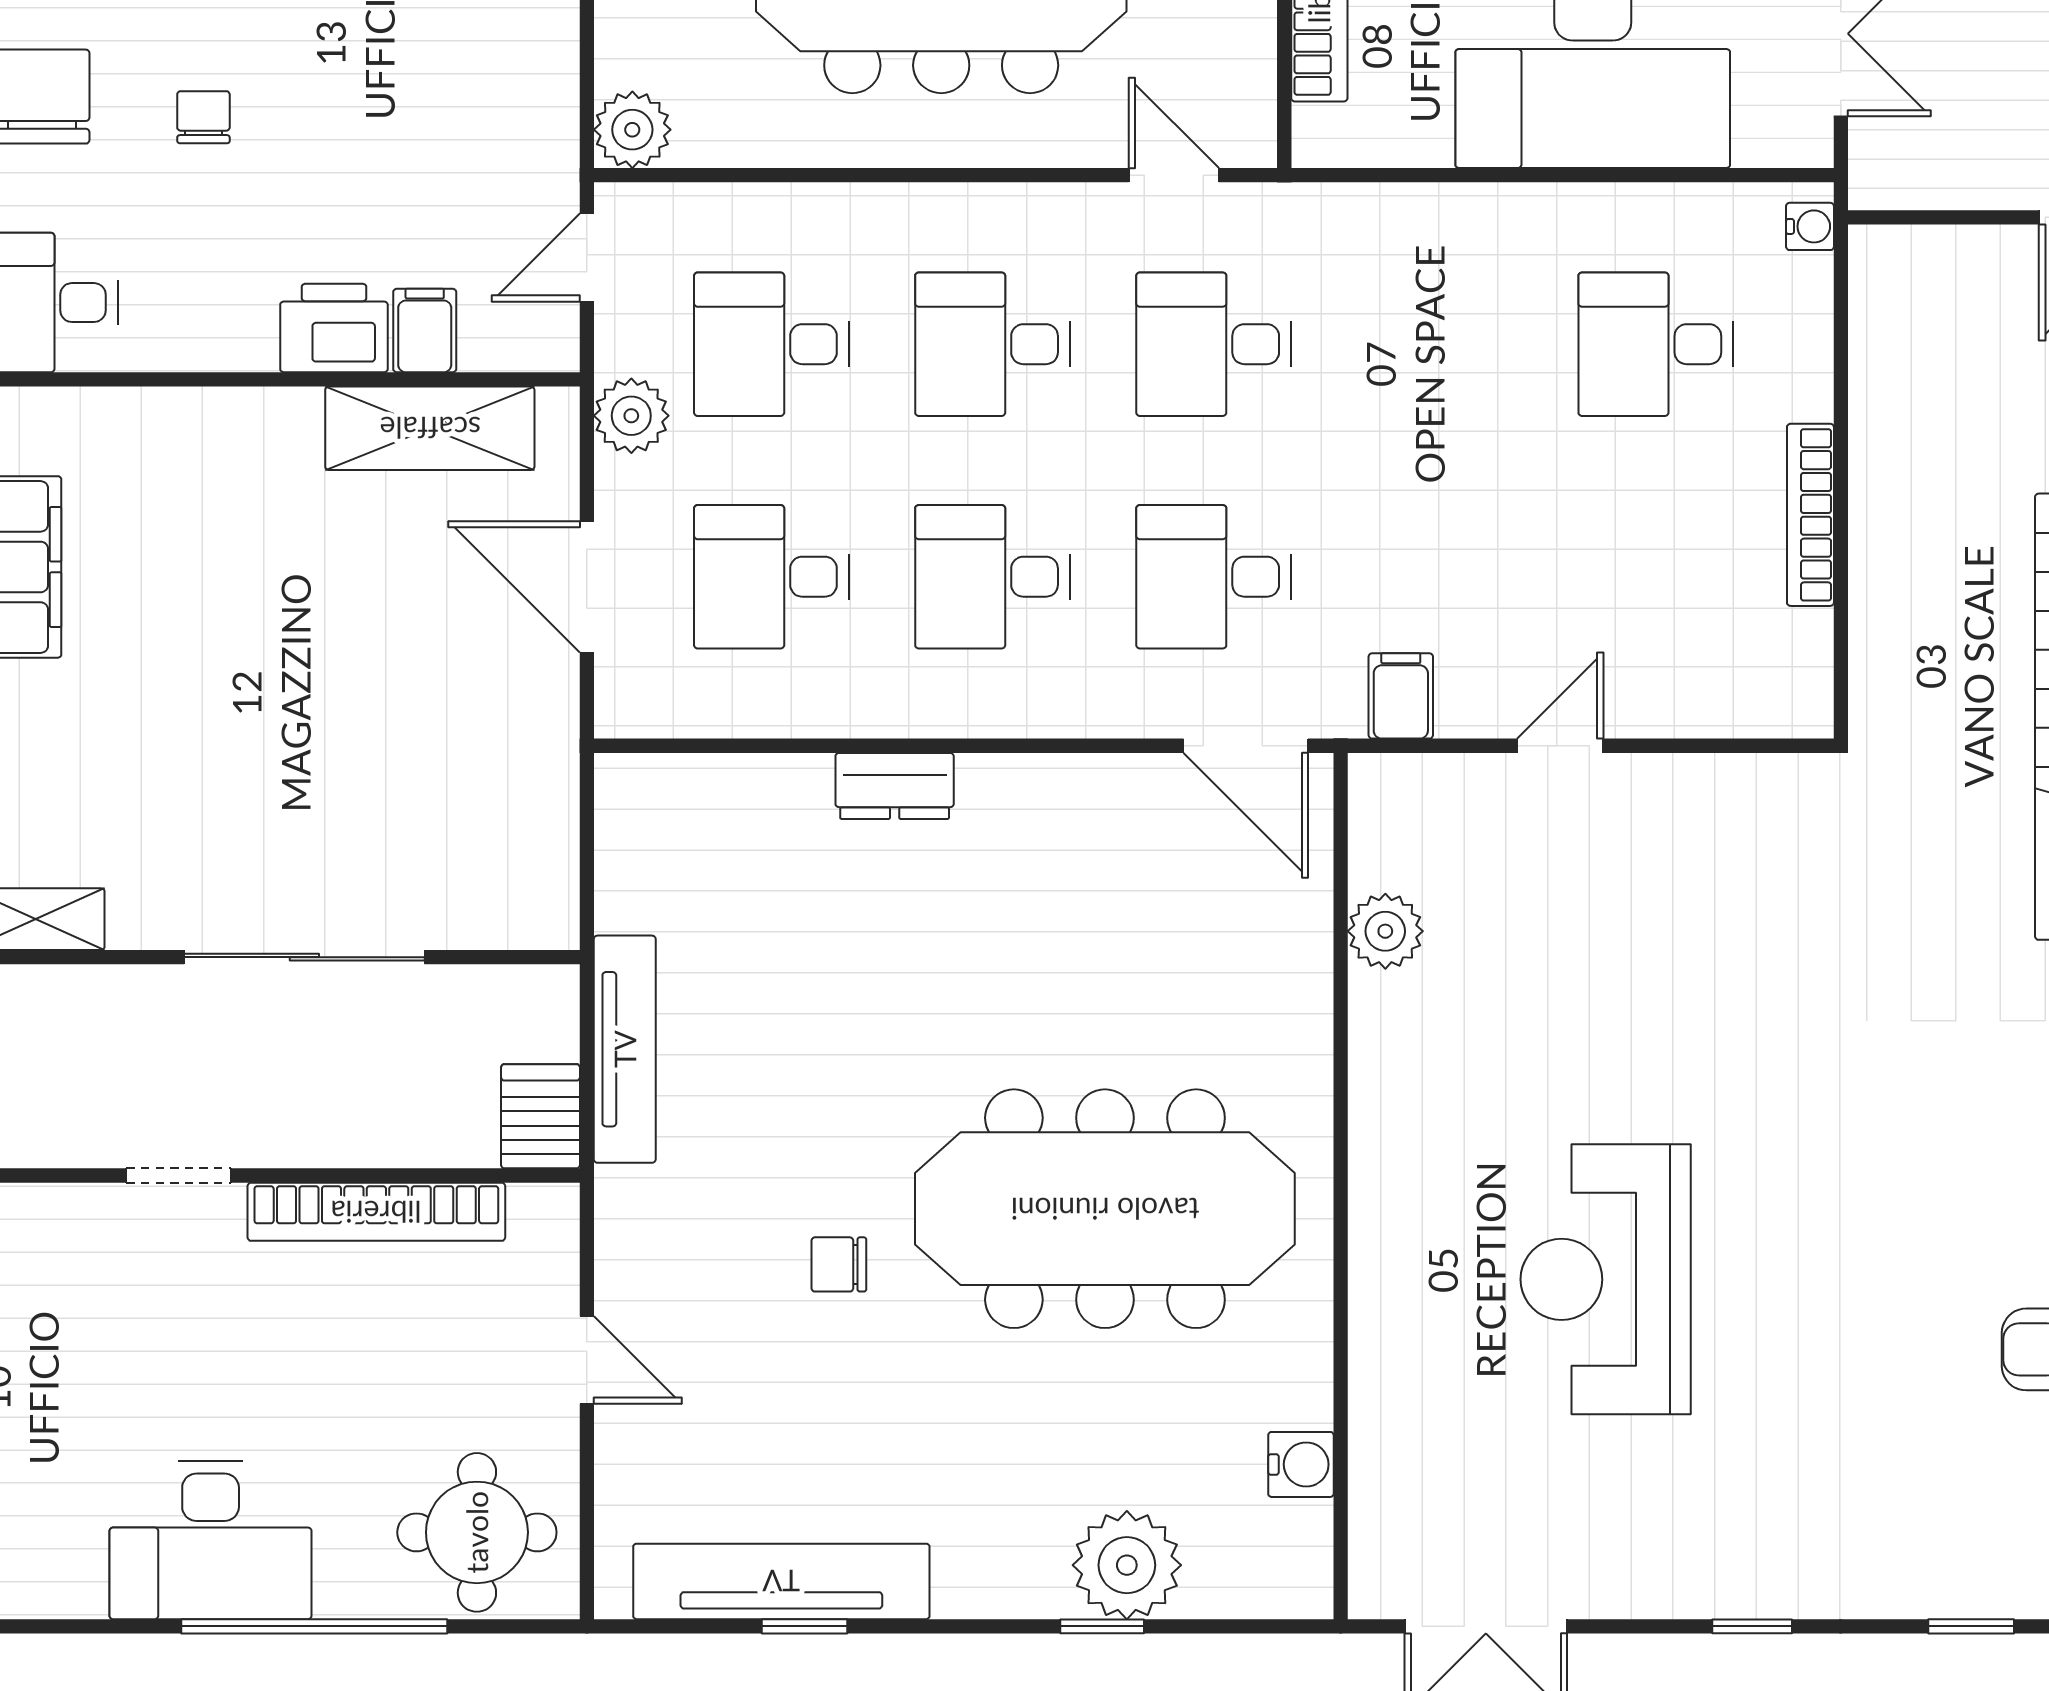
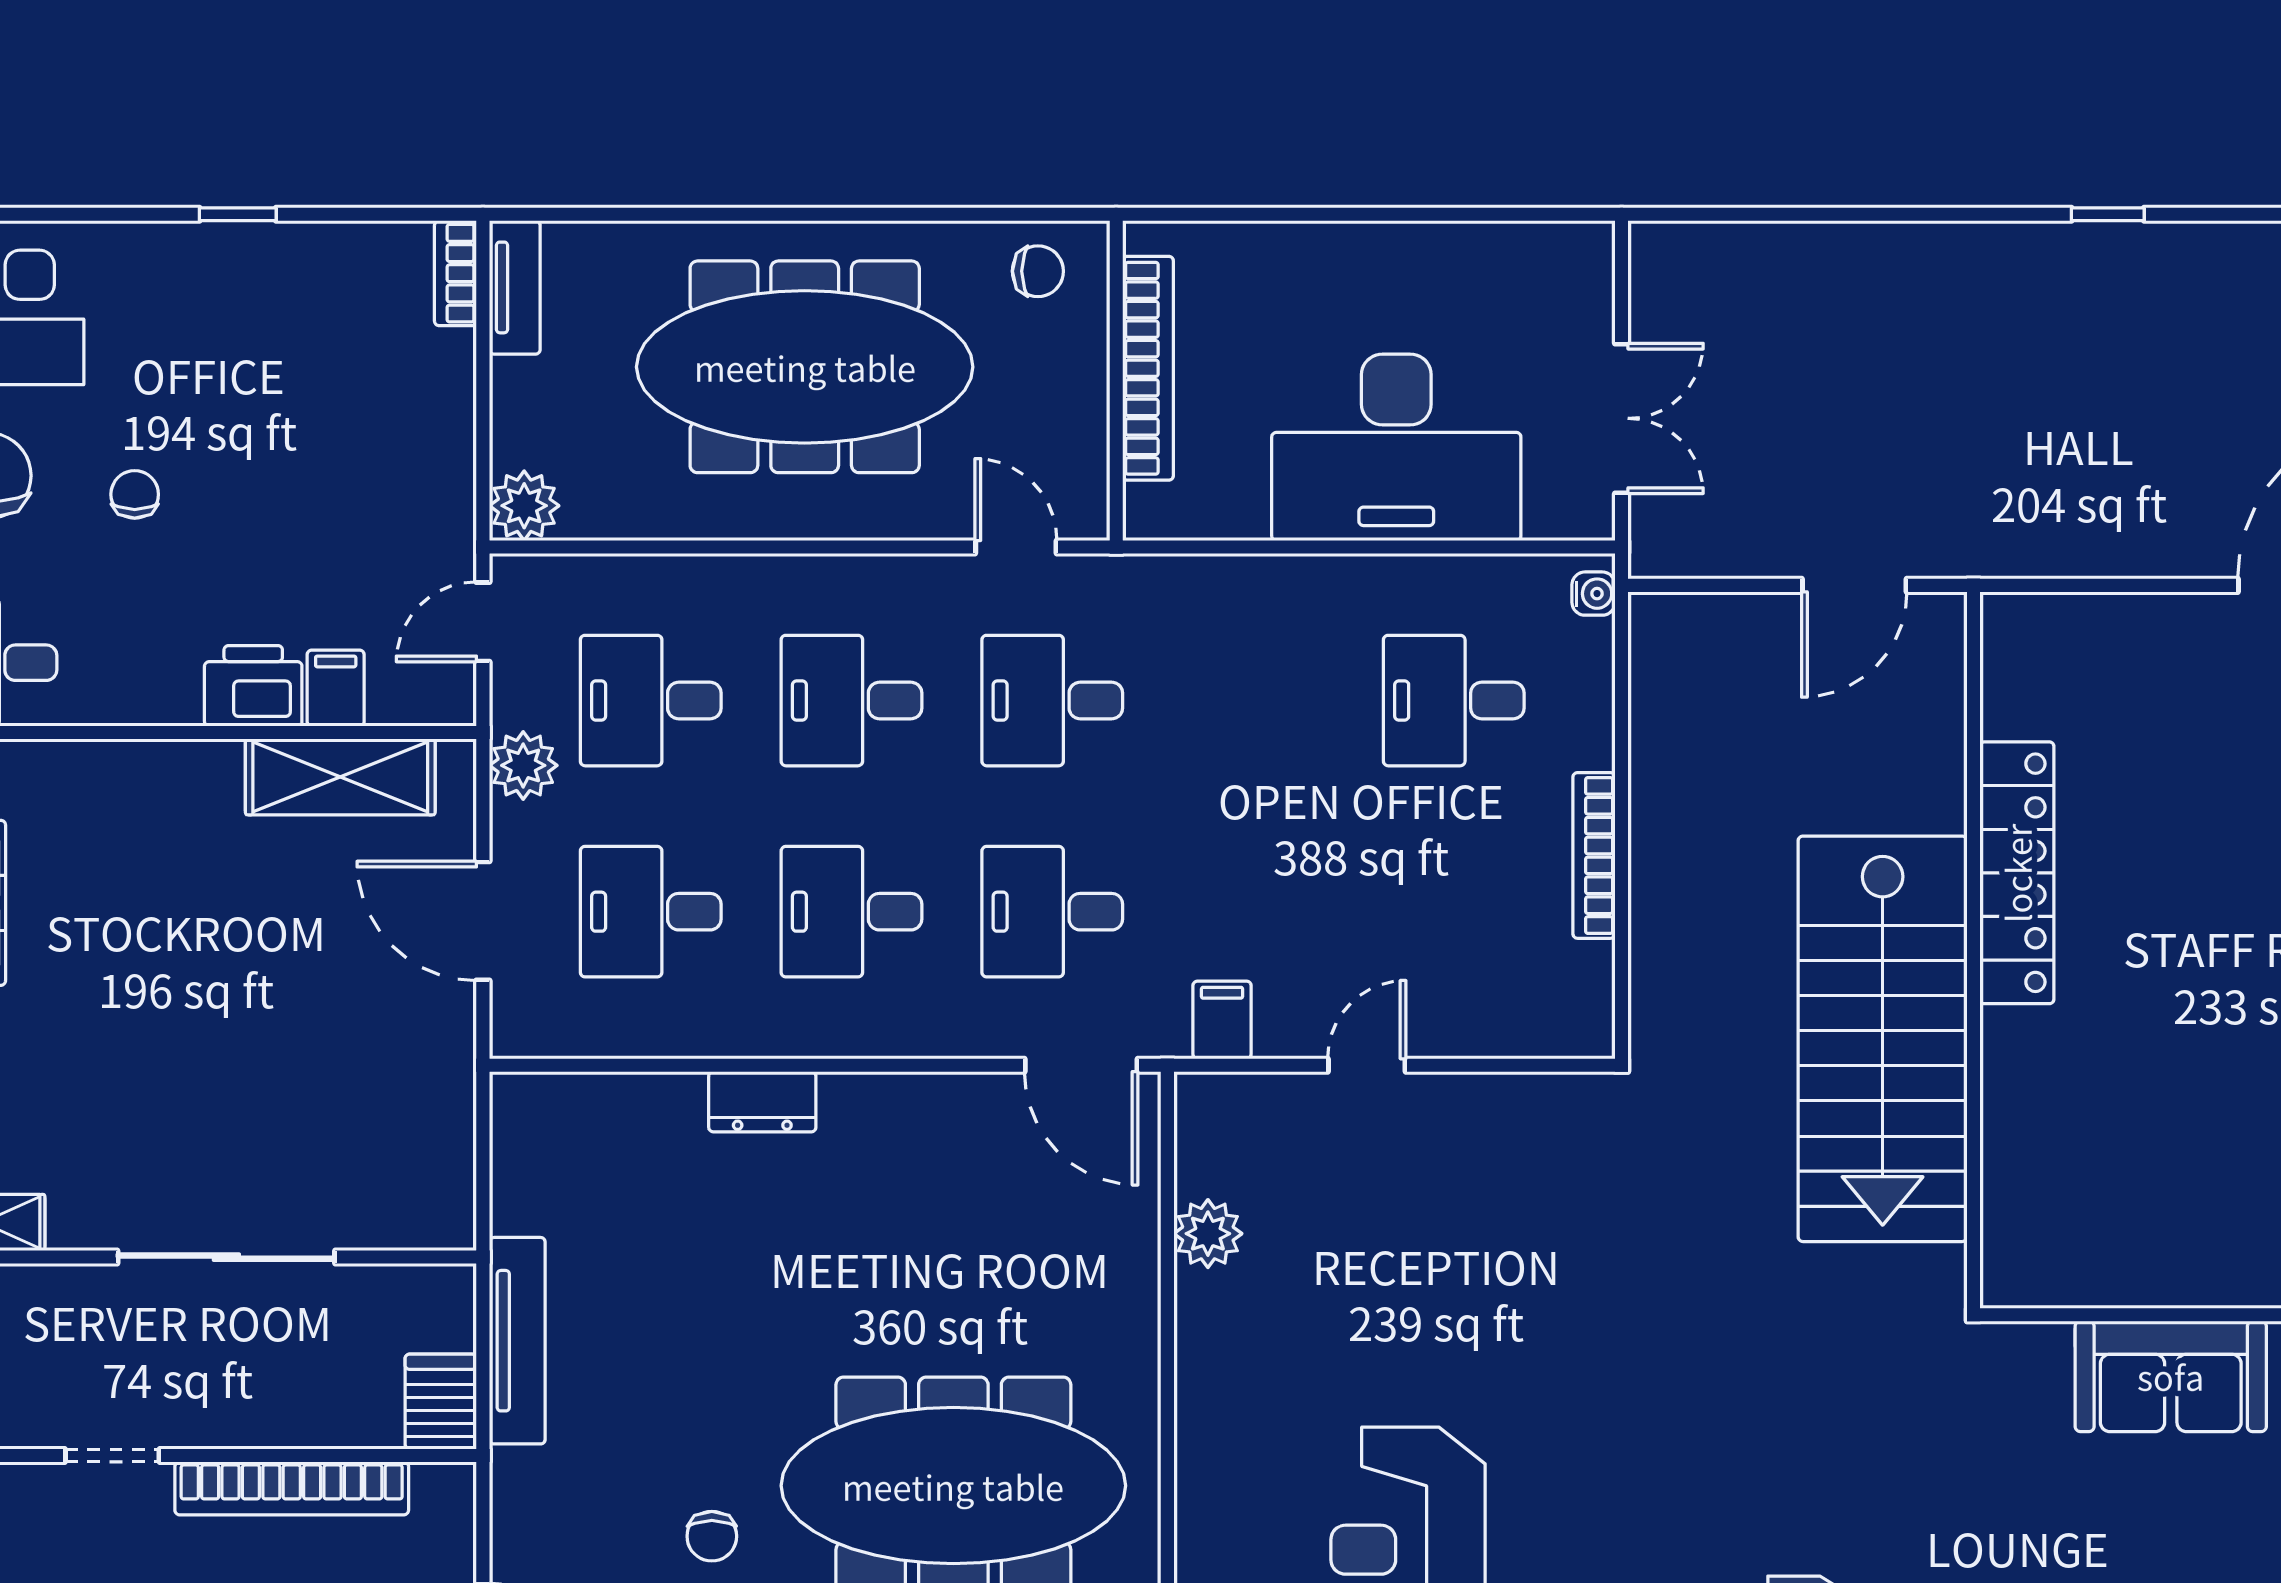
chair: (839, 1264) -> (712, 1536), turned -90

